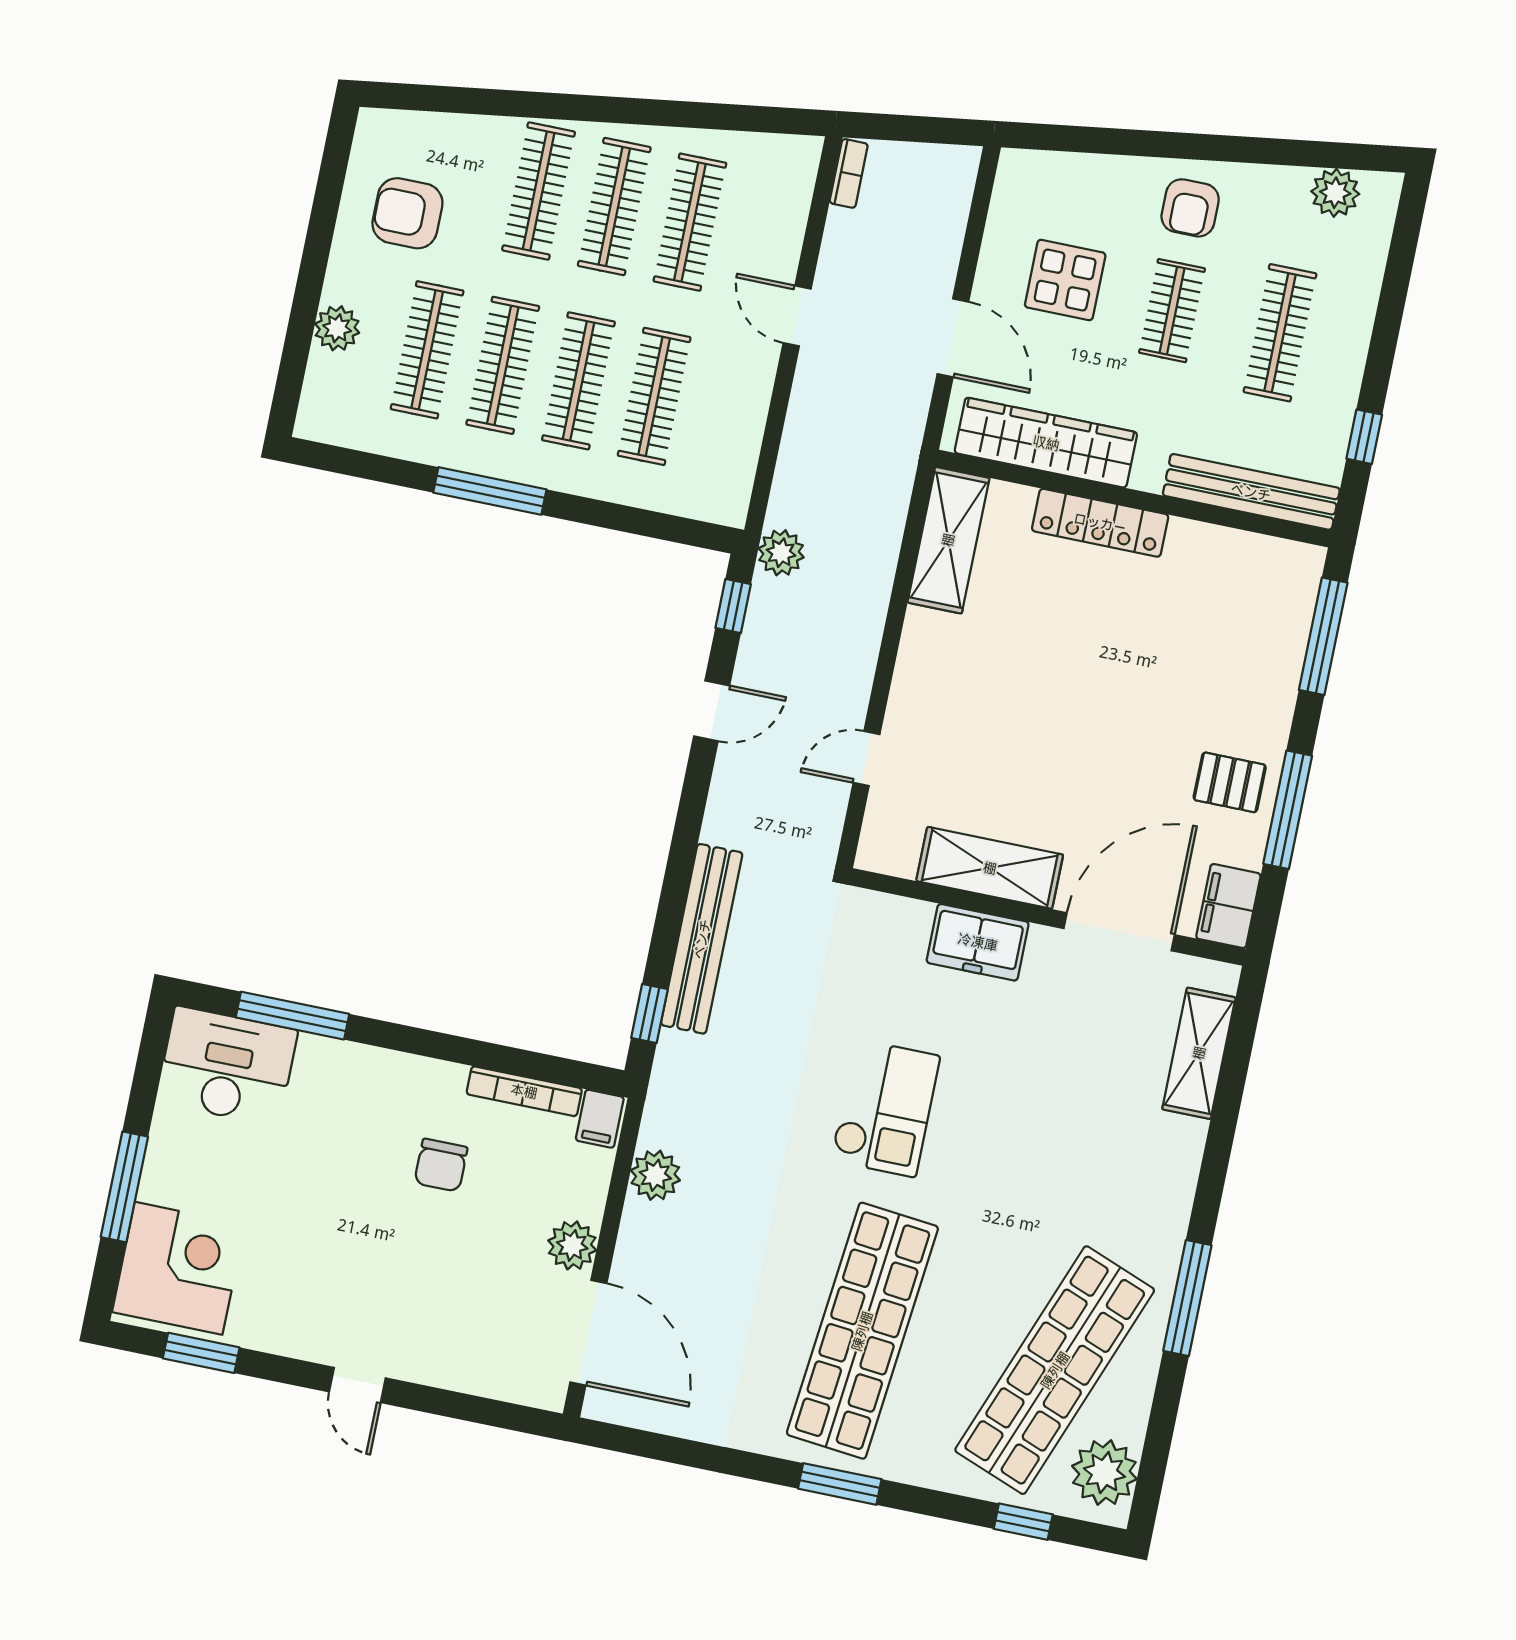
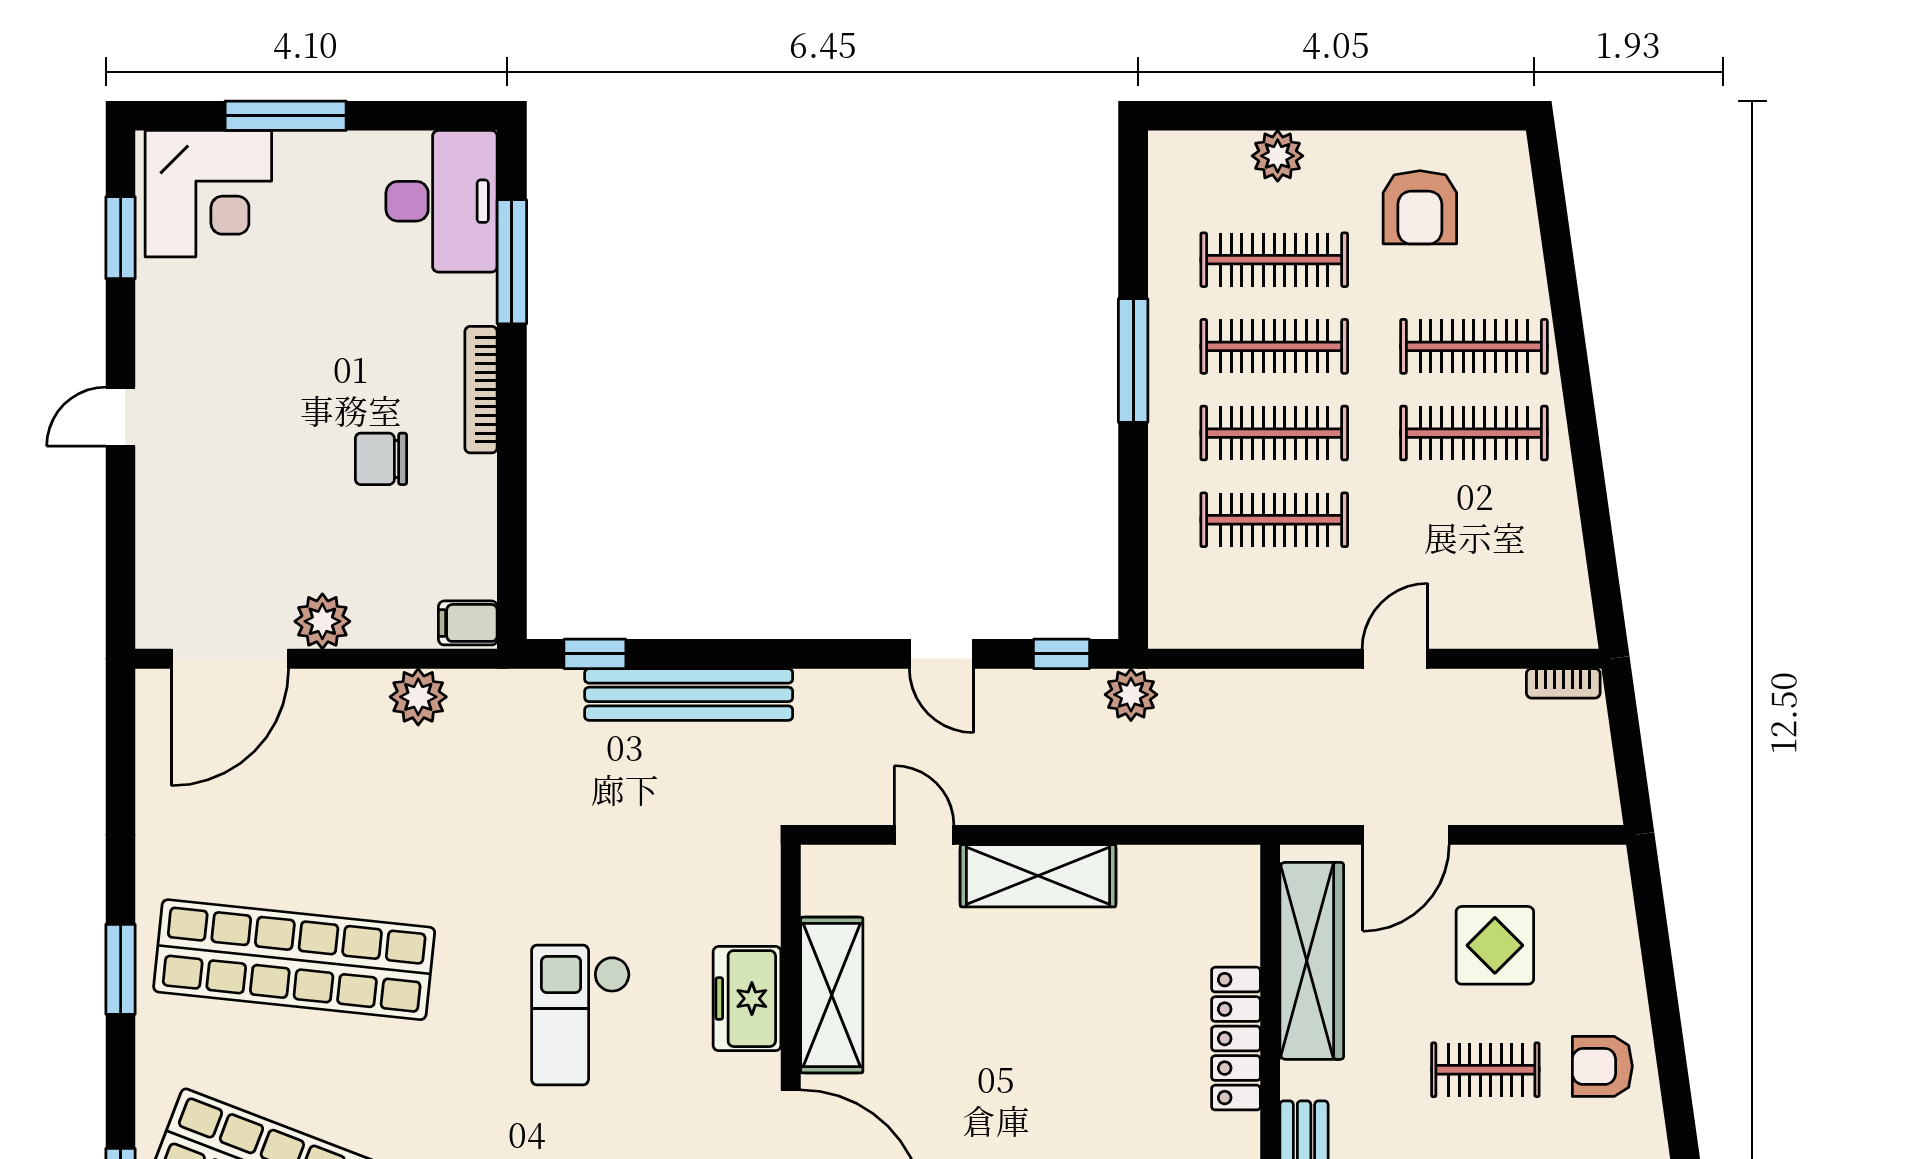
armchair: (407, 213) -> (1420, 207), turned 180
clothes rail: (690, 222) -> (1474, 520), removed
shelving: (948, 540) -> (1038, 876), moved
bookcase: (524, 1091) -> (481, 390), moved
checkout: (885, 1108) -> (581, 1015), moved, turned 90

